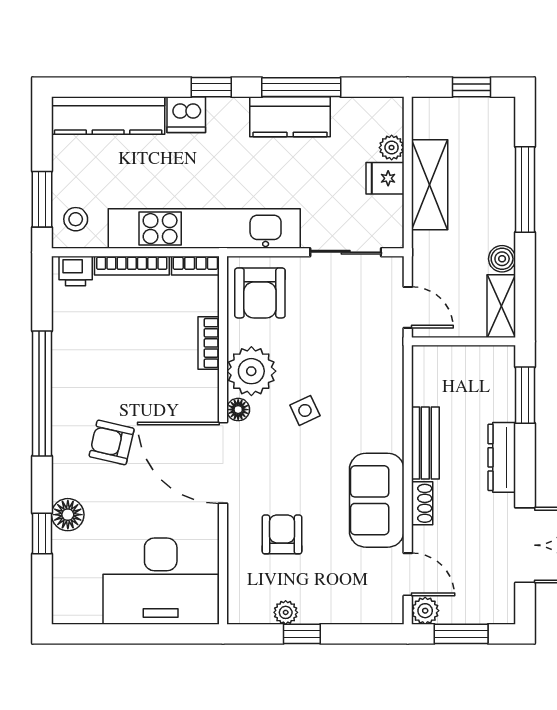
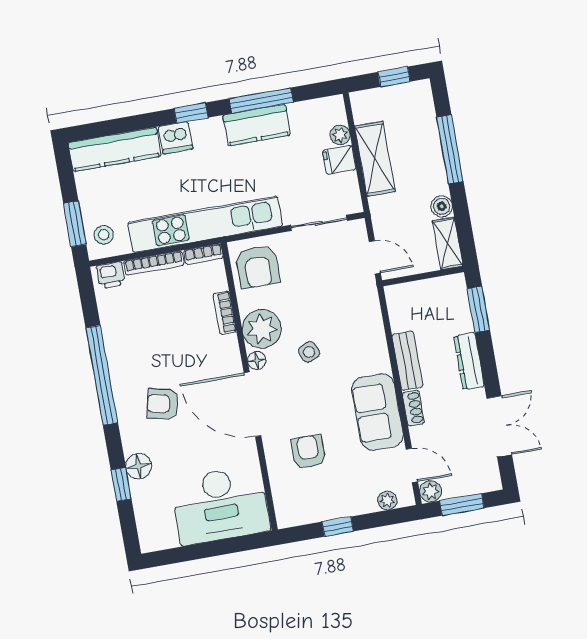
plant: (286, 612) -> (387, 500), moved

